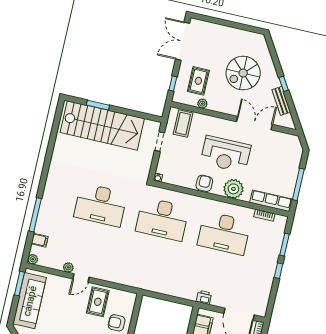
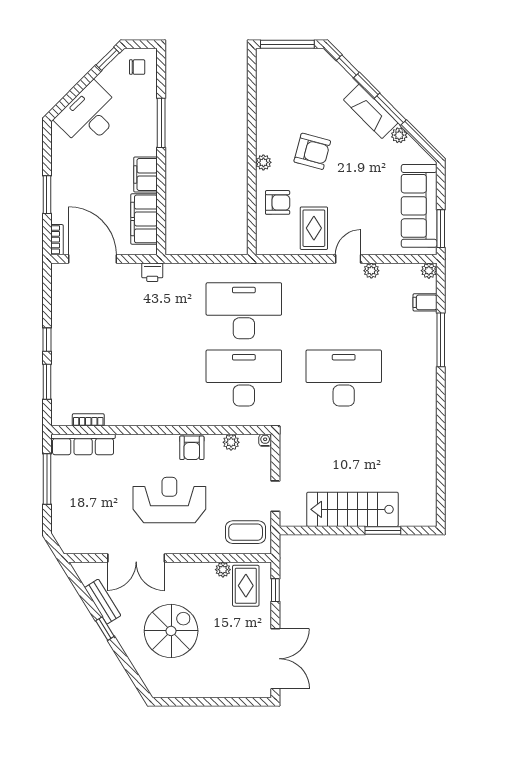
rug: (198, 81) -> (246, 586), moved
coffee table: (183, 124) -> (246, 532), turned 90
stairs: (102, 126) -> (352, 509), width x0.73, depth x0.66
plant: (233, 189) -> (231, 442), moved, width x0.53, depth x0.53
desk: (224, 233) -> (244, 311), moved

